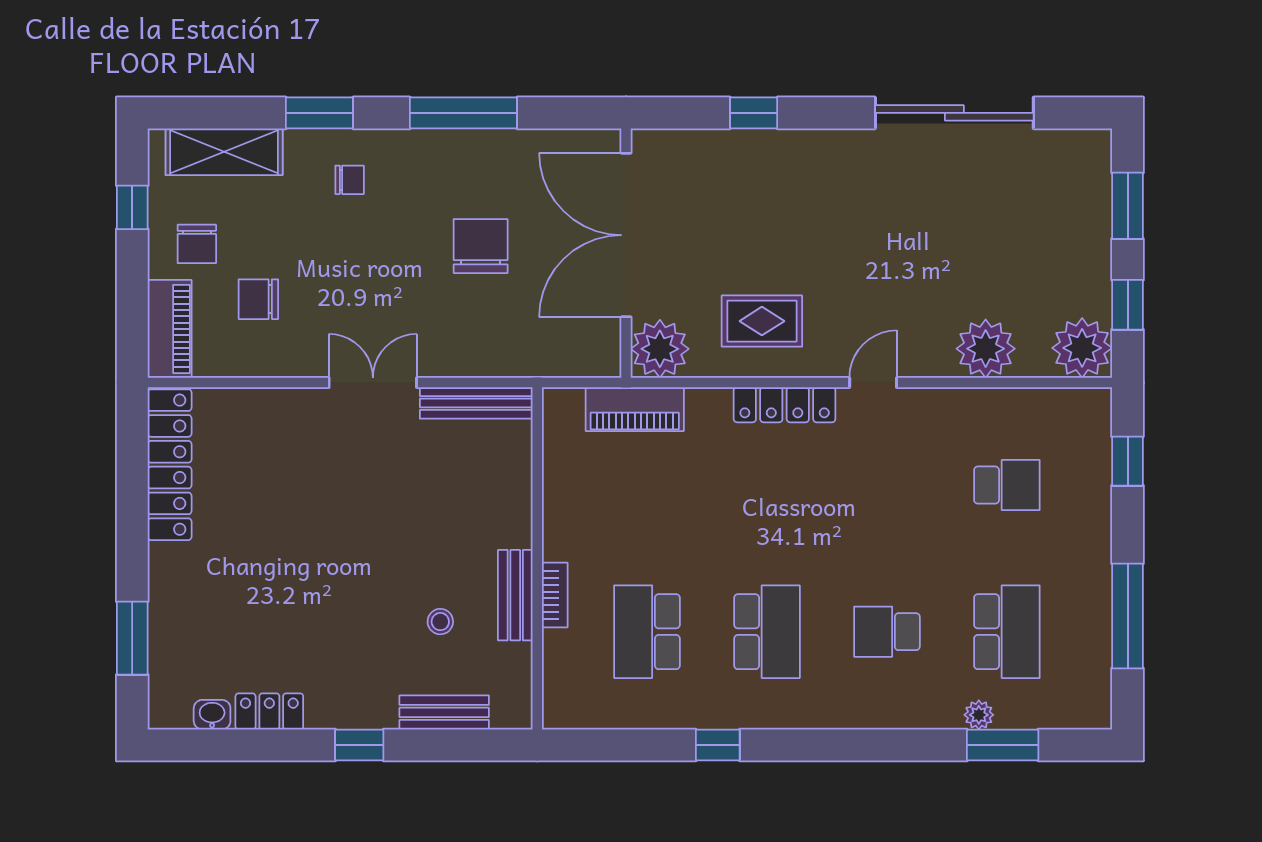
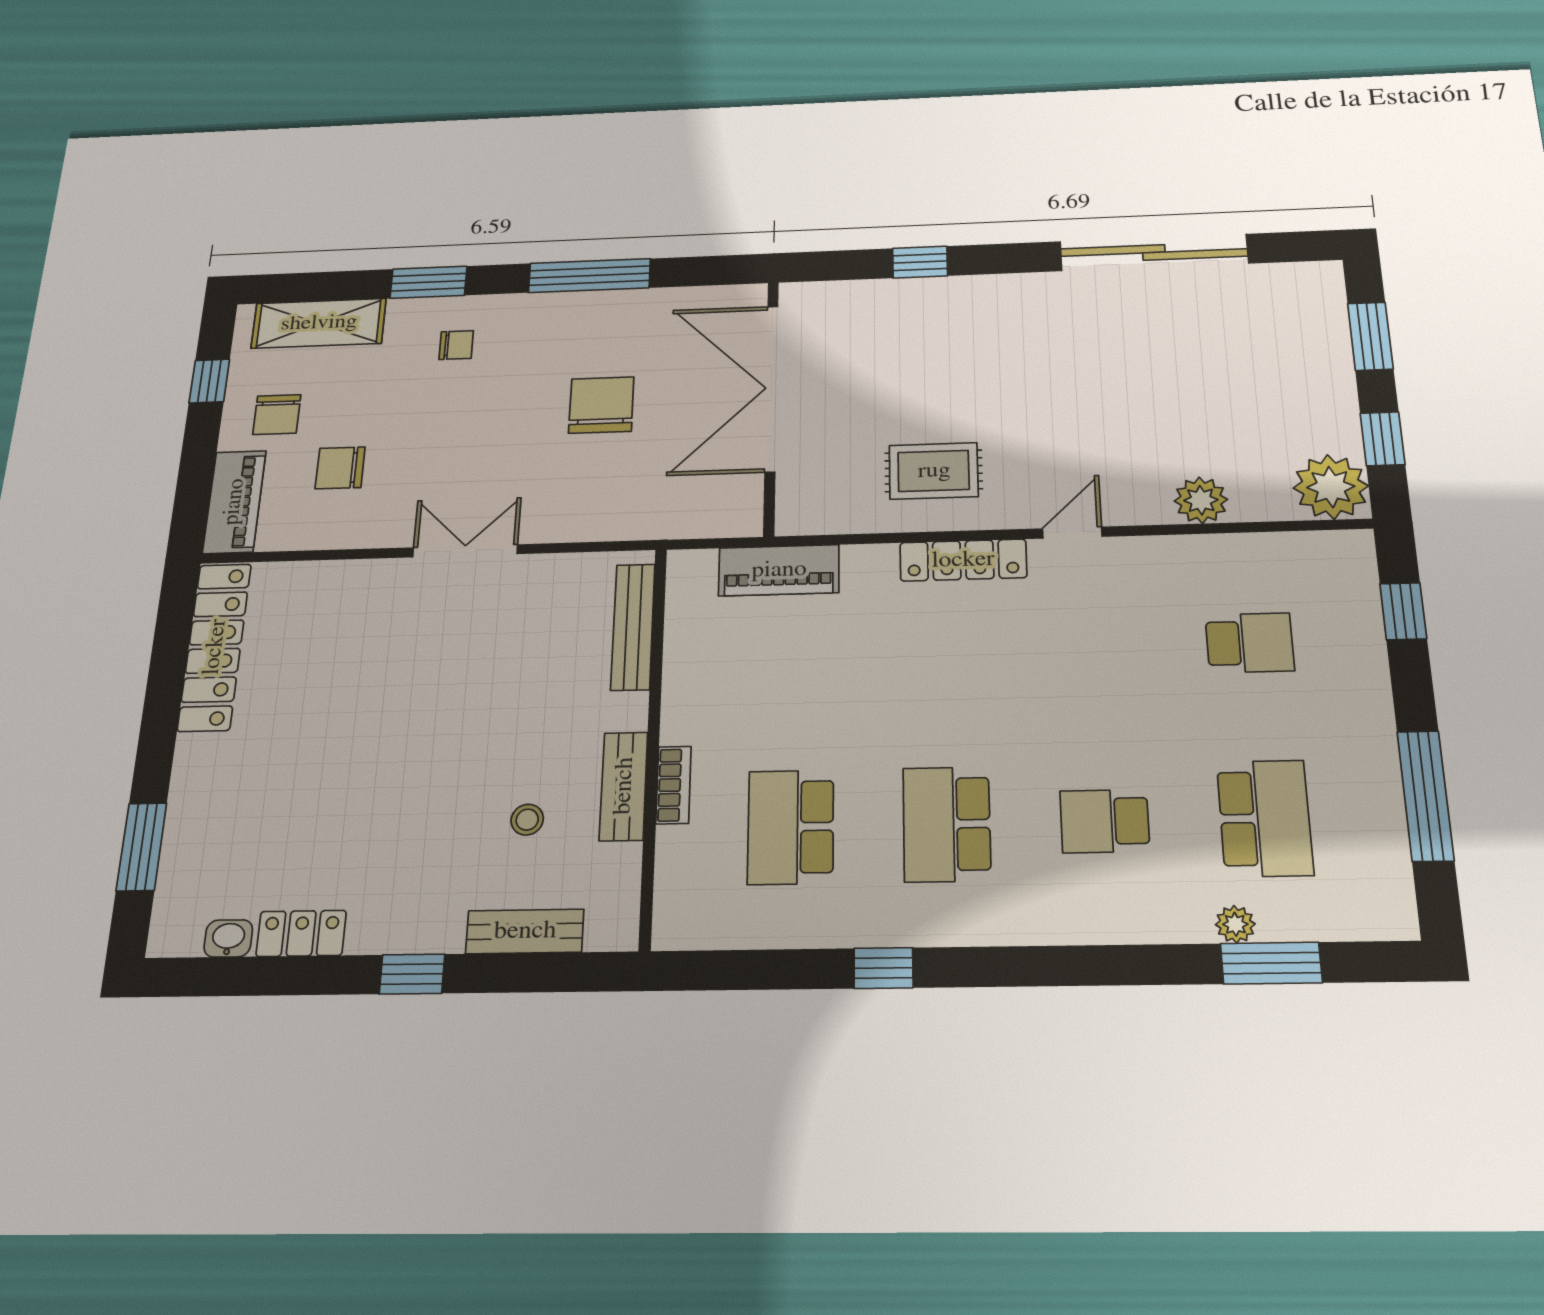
plant: (660, 349) -> (810, 504), removed
plant: (986, 349) -> (1201, 500), width x0.73, depth x0.73
bench: (476, 403) -> (633, 627), moved, turned 90
school desk: (767, 632) -> (947, 824), turned 180

